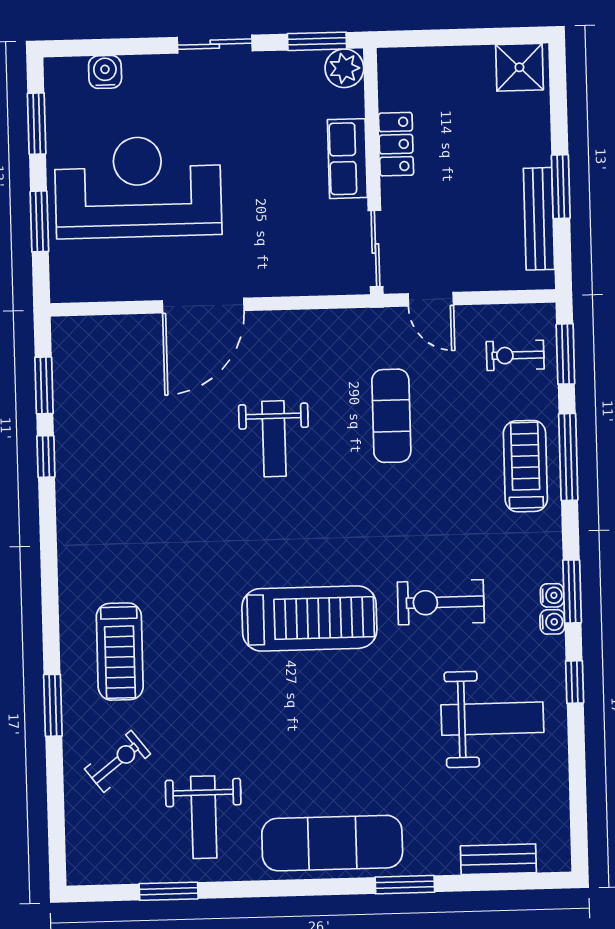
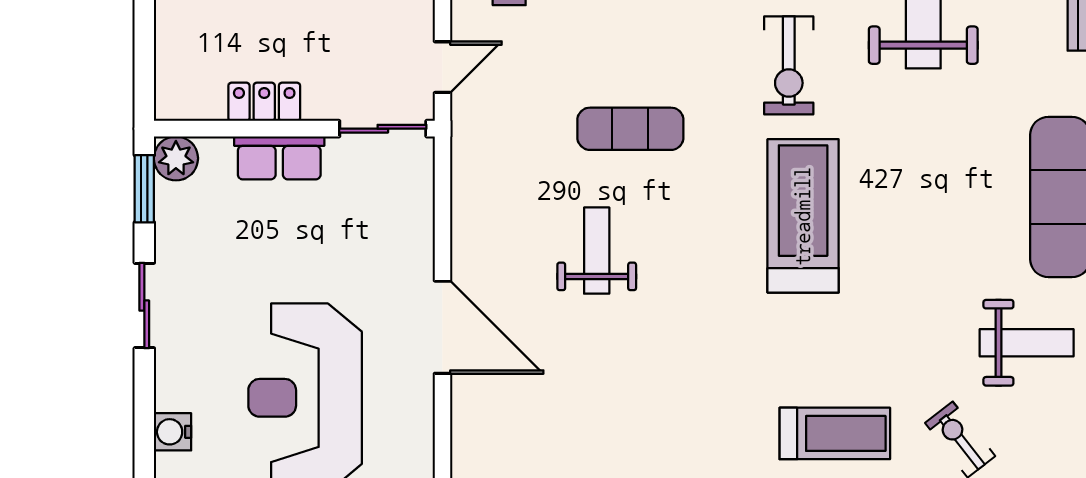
exercise mat: (391, 416) -> (630, 129), moved
weight bench: (274, 439) -> (597, 251), turned -90

